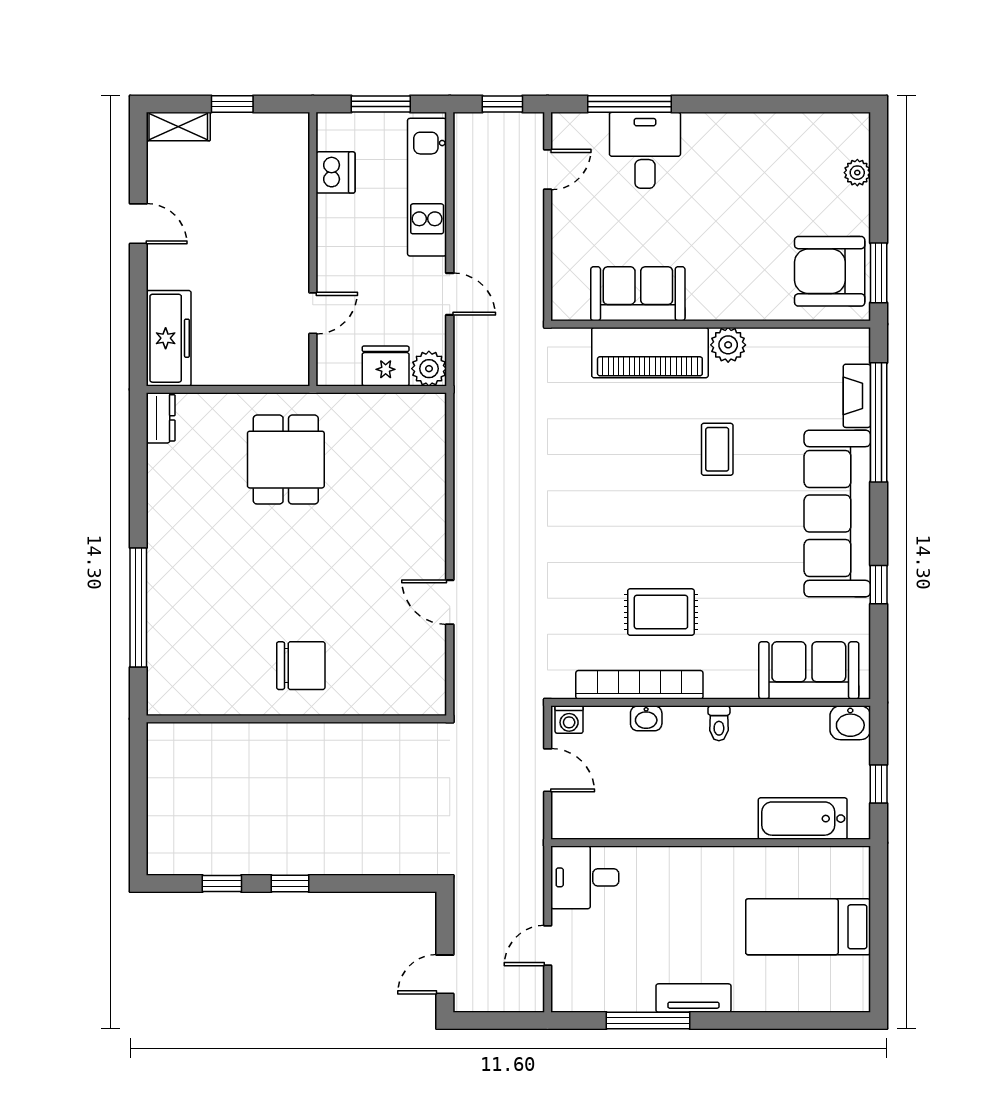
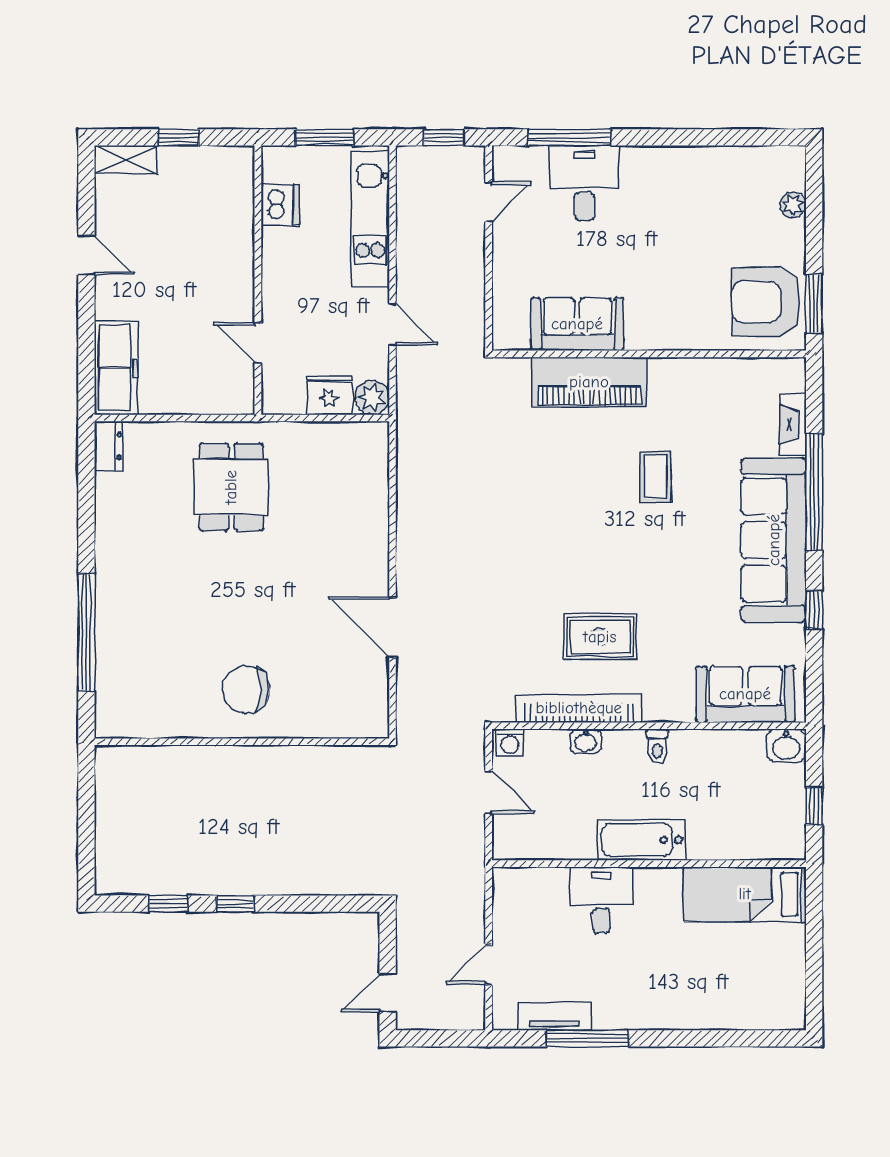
door: (313, 313) -> (258, 343), swing flipped
plant: (728, 345) -> (666, 374), removed
window: (879, 422) -> (814, 492), moved
door: (450, 602) -> (392, 627), width x1.38
chair: (301, 666) -> (246, 690), turned 180
bathtub: (803, 819) -> (641, 840), moved
desk: (585, 877) -> (601, 900), moved, turned 90
bed: (808, 927) -> (745, 894), moved
tv unit: (693, 998) -> (554, 1016), moved

